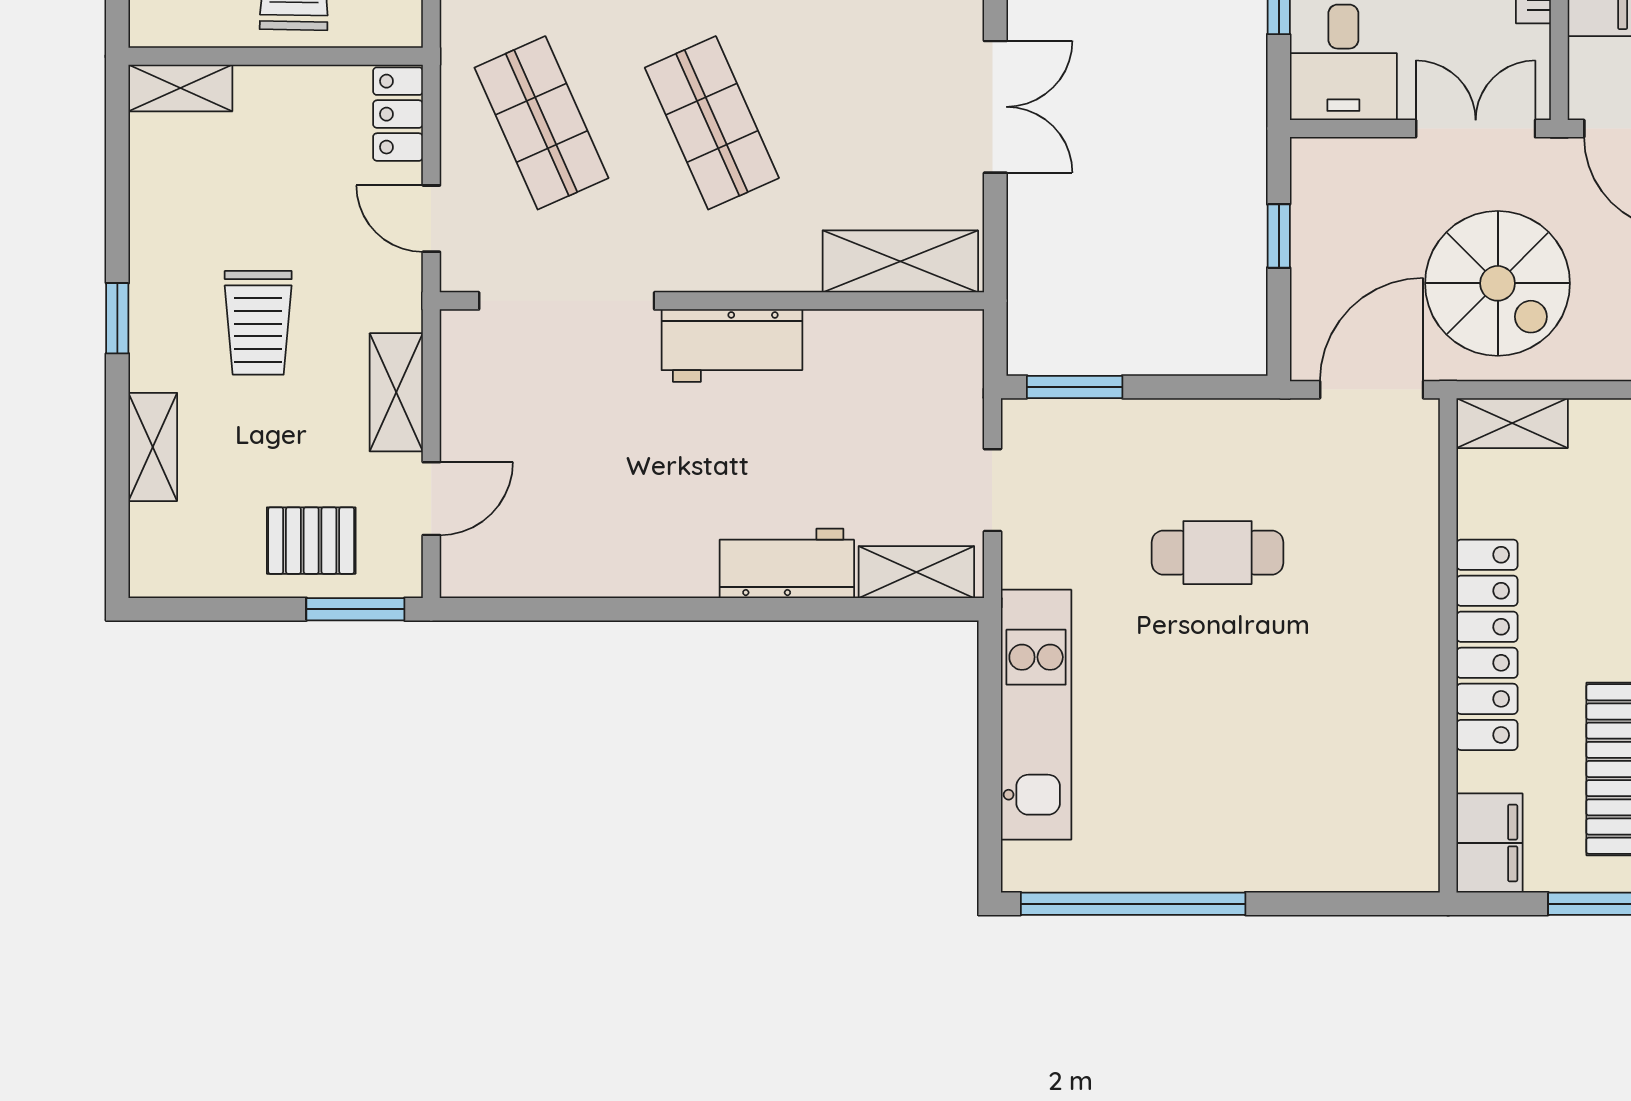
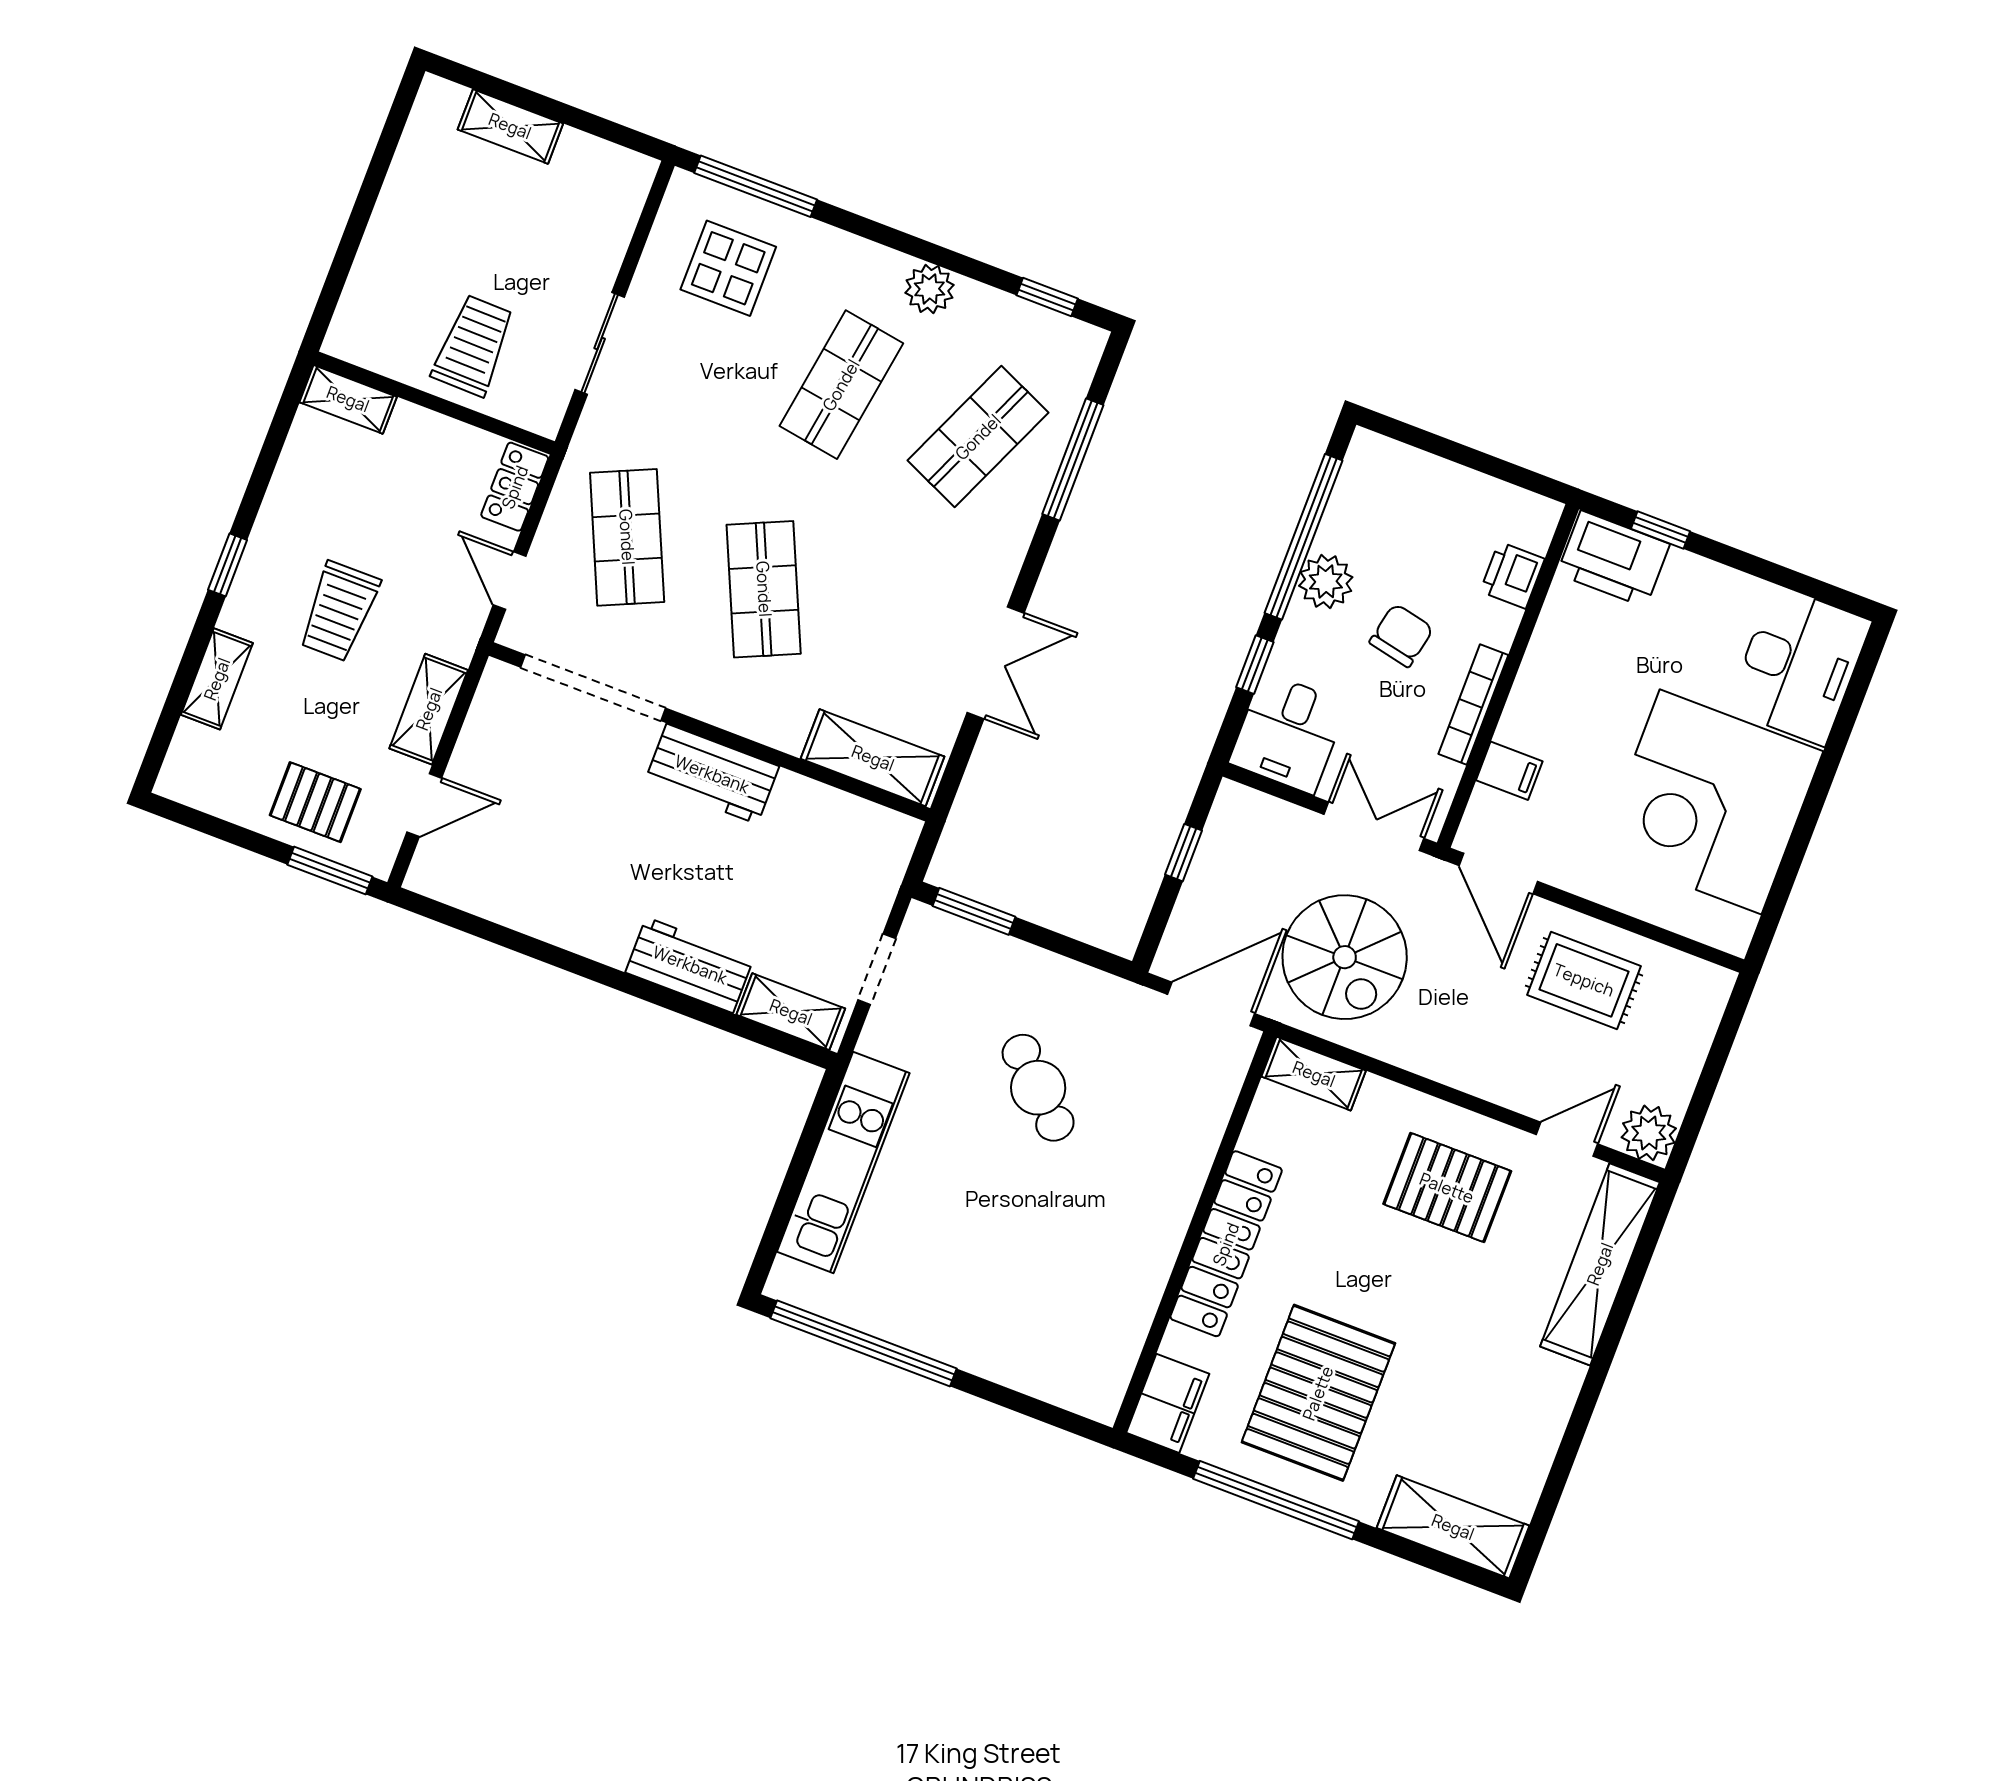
cafe table: (1218, 553) -> (1038, 1088), turned 44

